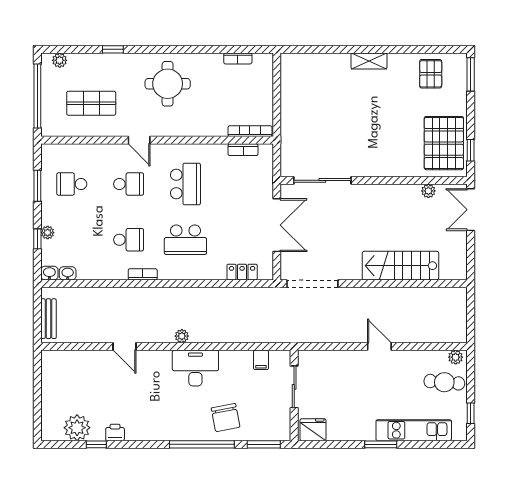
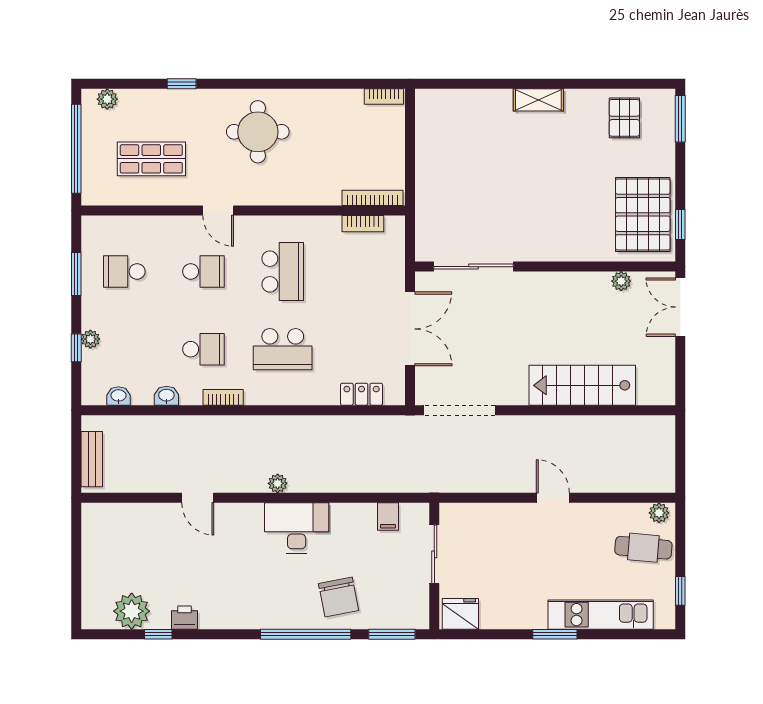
bookcase: (238, 58) -> (384, 97), moved
washbasin: (49, 273) -> (166, 396), moved

